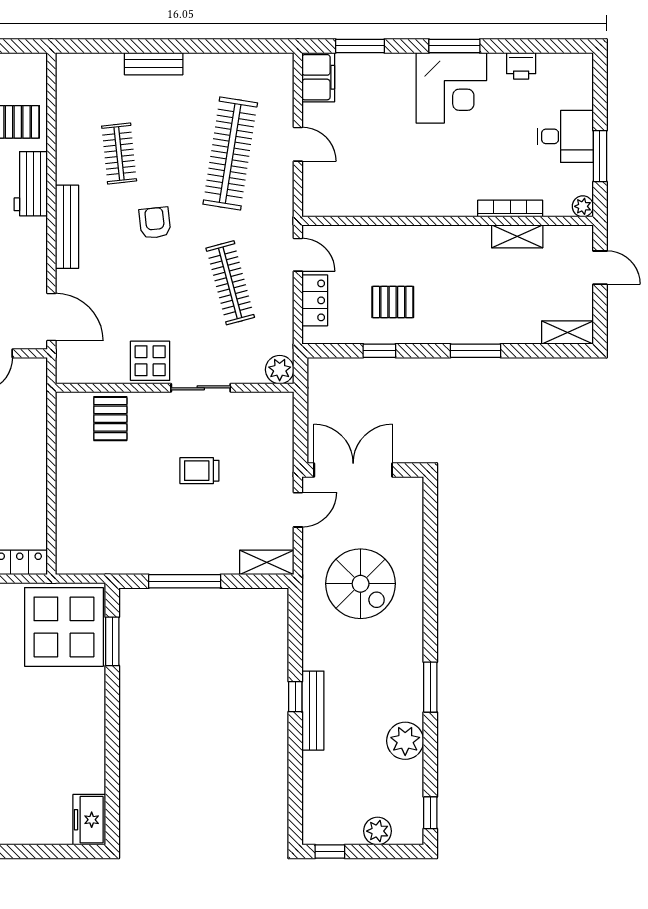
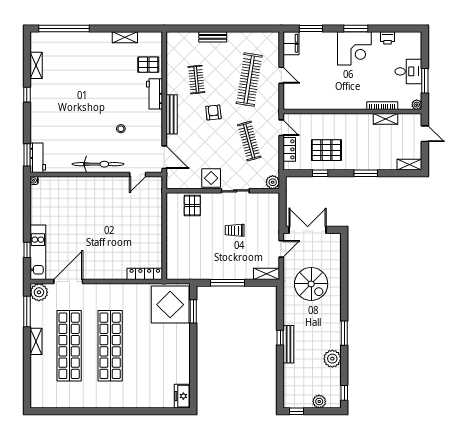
pallet: (393, 302) -> (326, 150), width x1.50, depth x1.42

